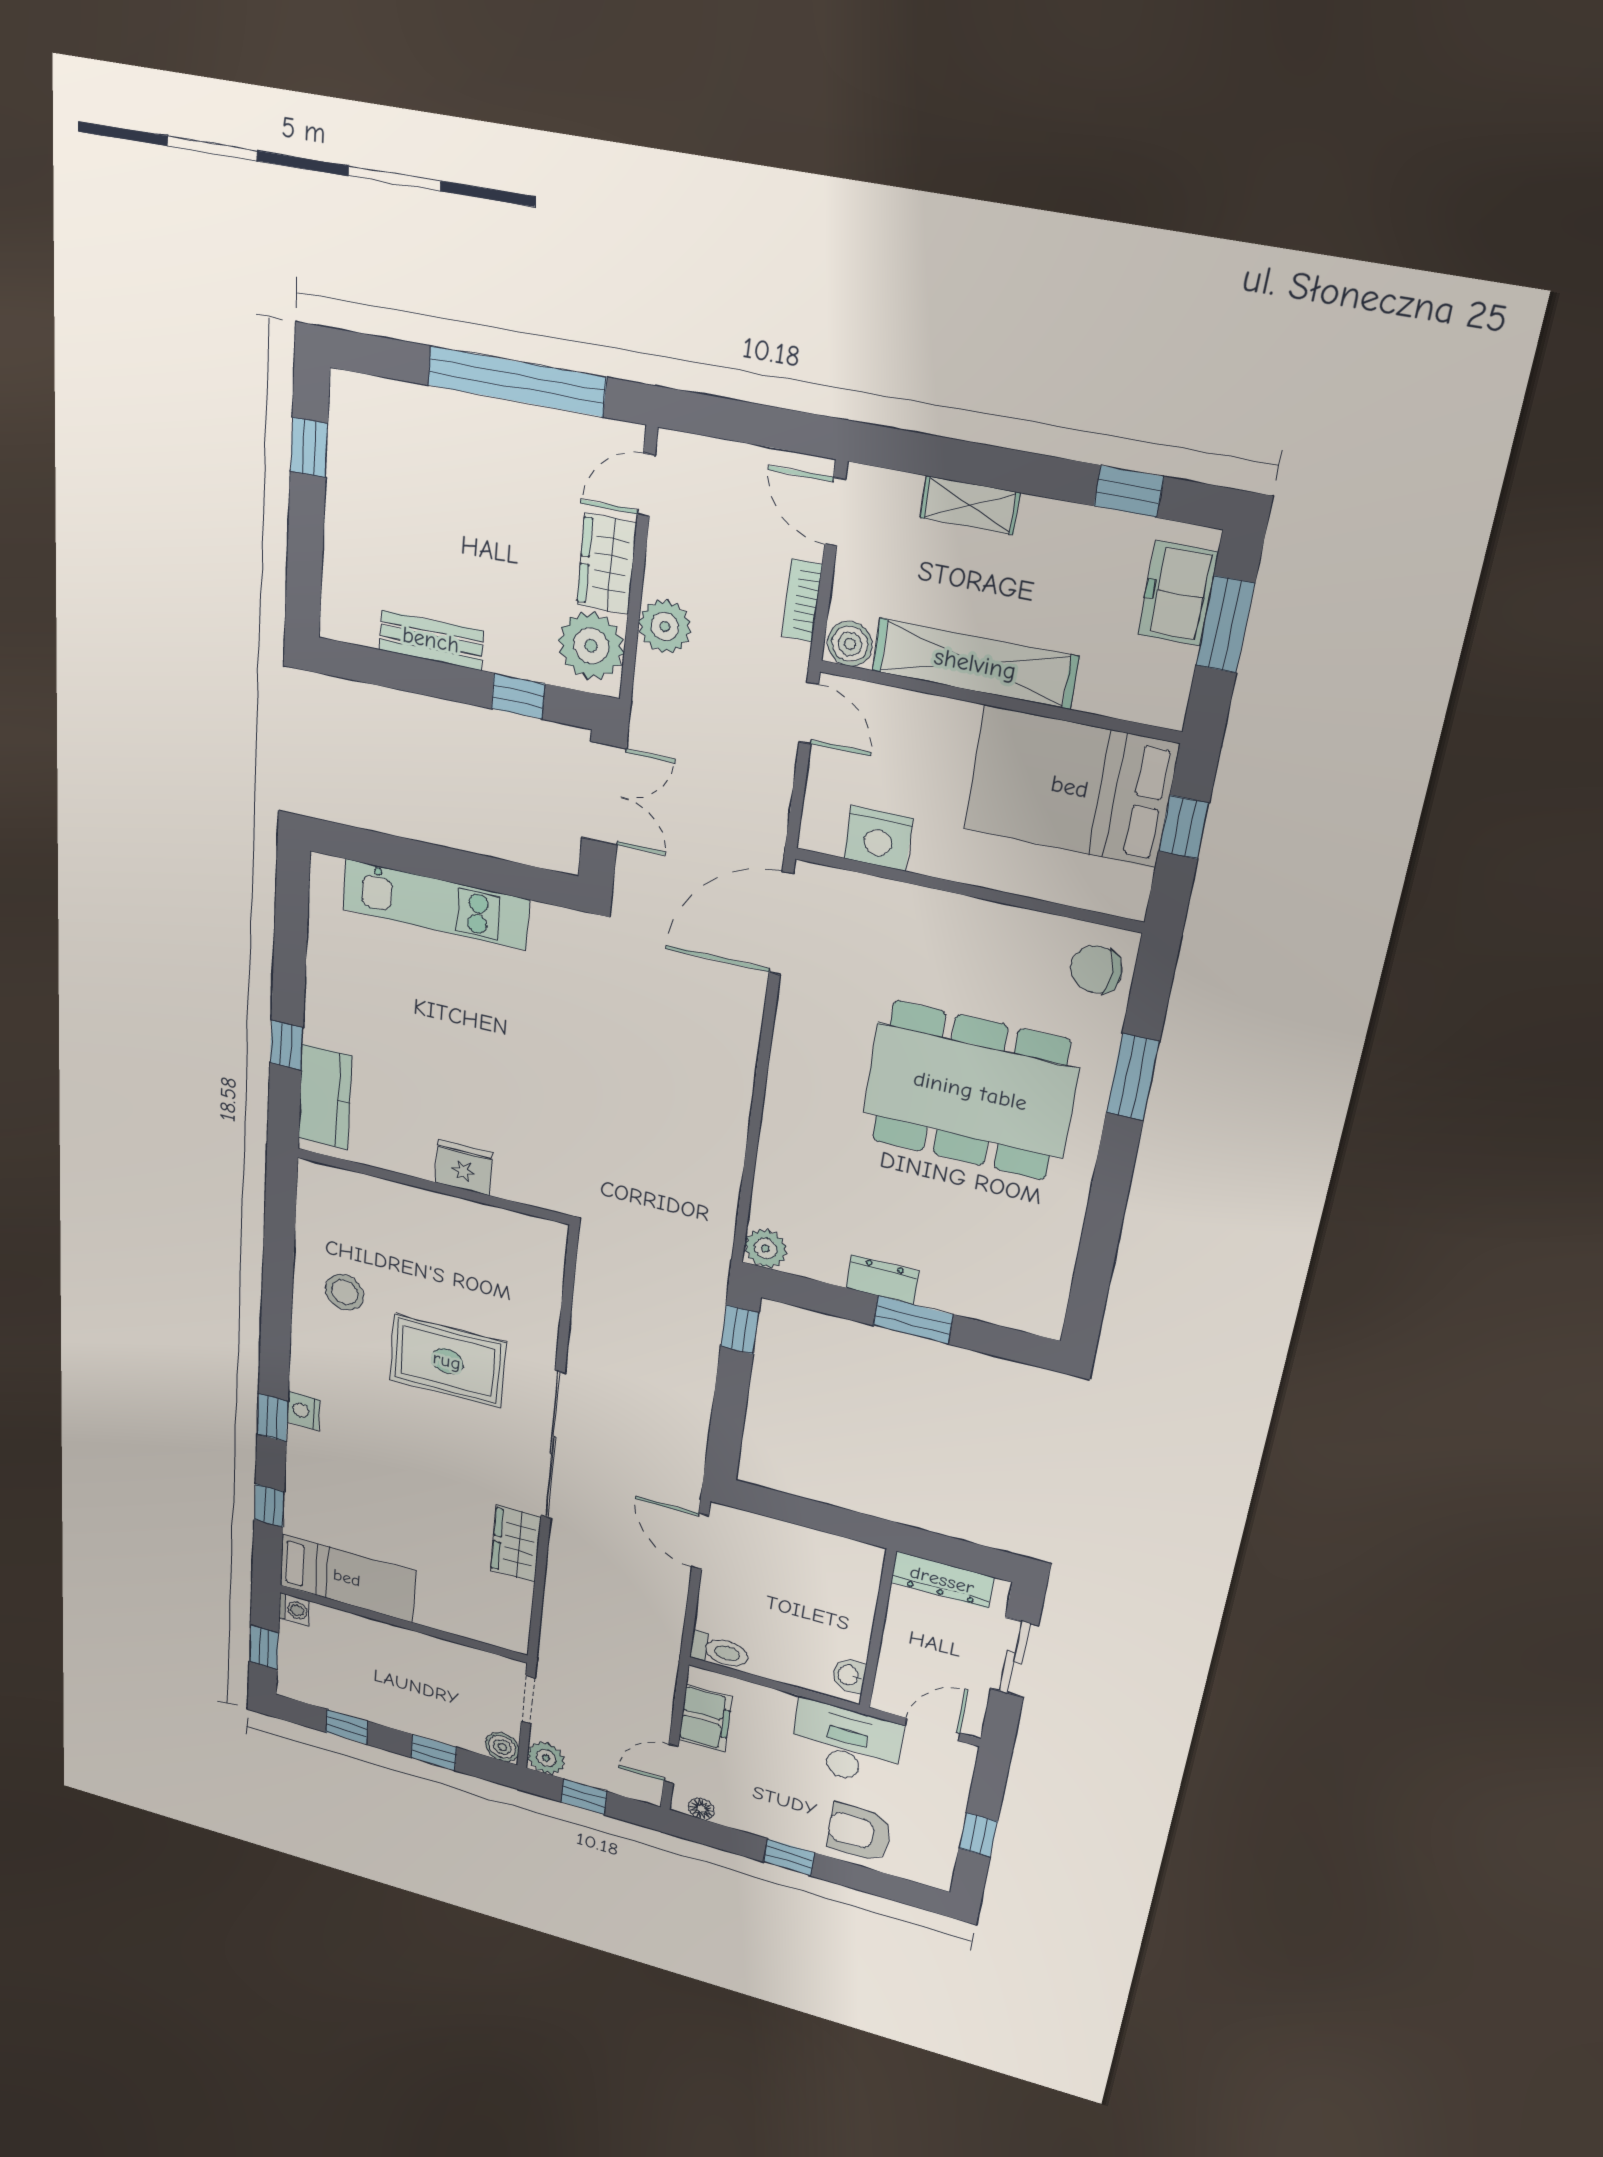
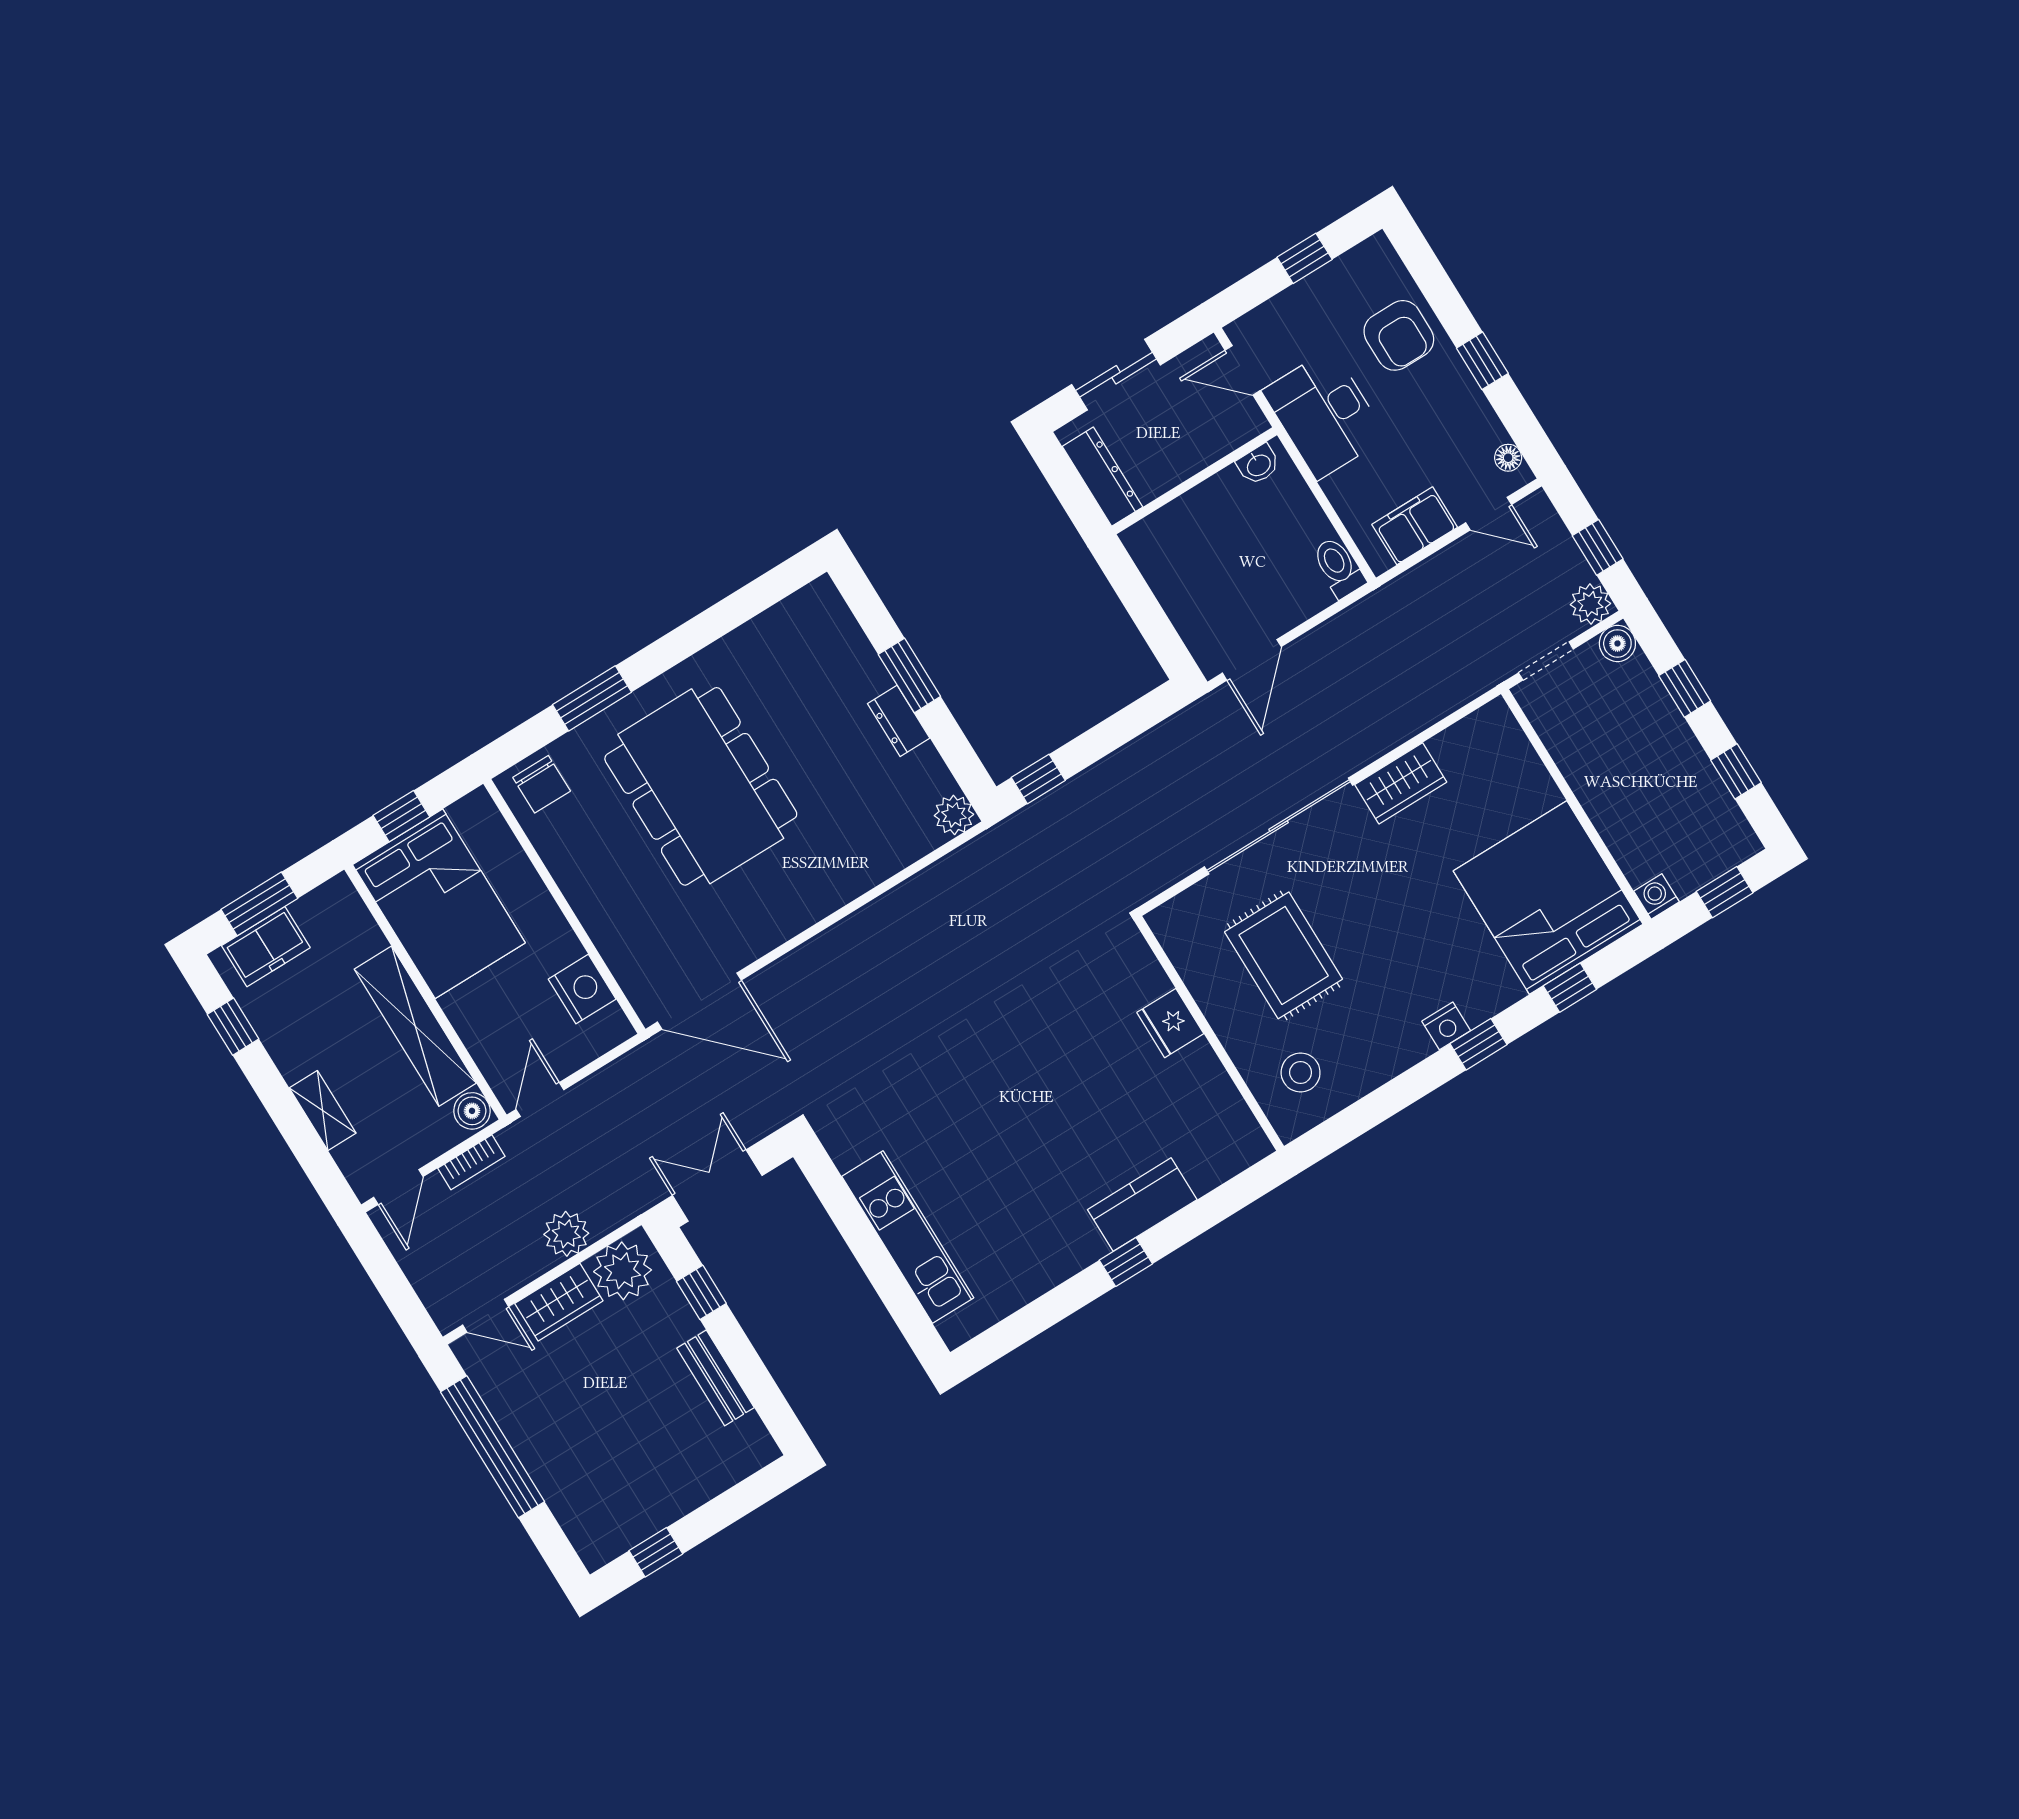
fridge: (464, 1167) -> (1170, 1023), moved
wall: (432, 1186) -> (1209, 1033), moved
bed: (347, 1578) -> (1548, 898), width x2.04

